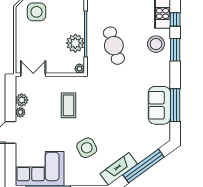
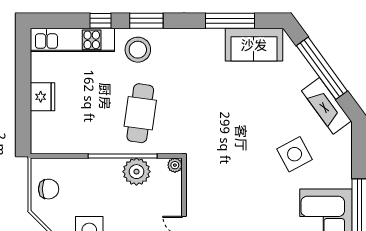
cafe table: (114, 46) -> (140, 113), turned -65
coffee table: (69, 105) -> (231, 182), removed
sofa: (159, 105) -> (254, 45), moved

